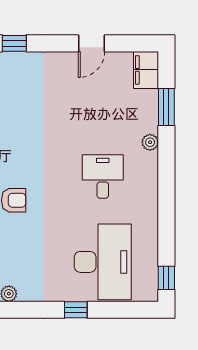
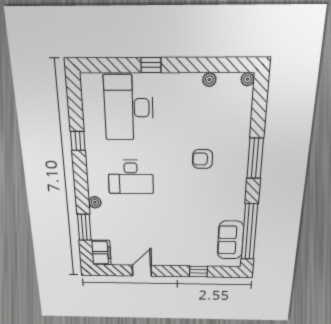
desk: (103, 177) -> (131, 177), width x1.37
window: (166, 278) -> (78, 141), moved

